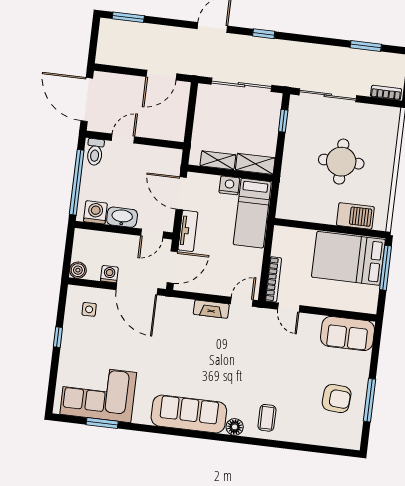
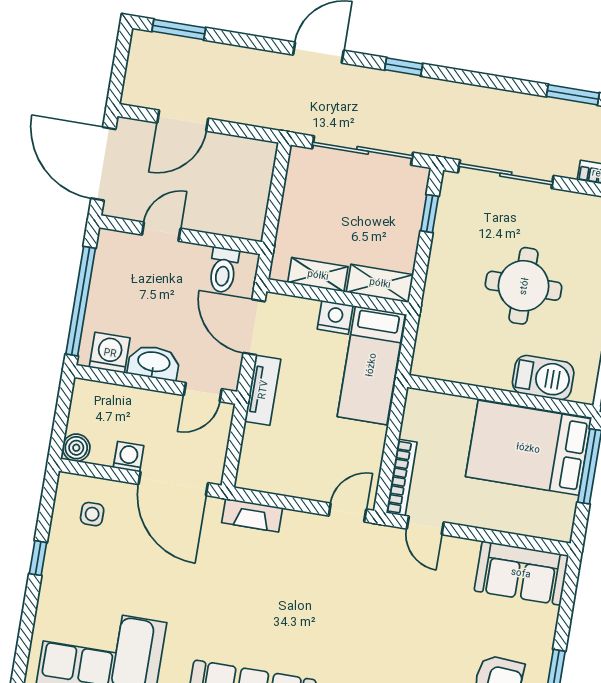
door: (161, 75) -> (183, 121), moved
toilet: (95, 152) -> (223, 270), moved
door: (172, 267) -> (234, 450), removed
fireplace: (211, 309) -> (252, 515), moved

